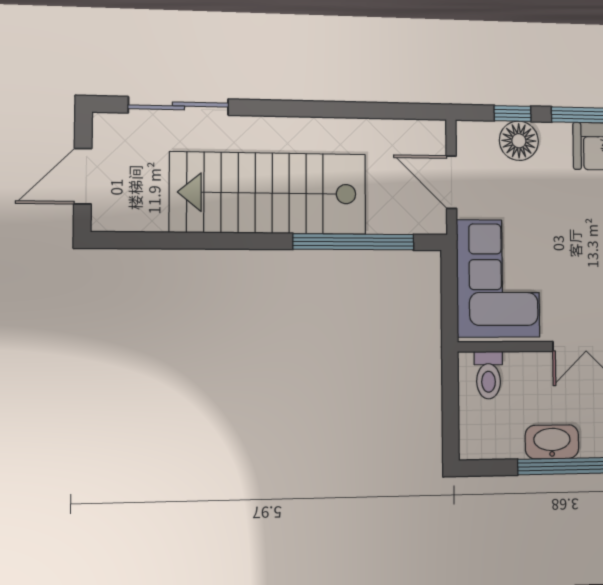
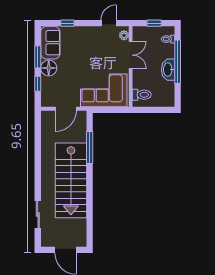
sliding door: (179, 106) -> (38, 215), width x0.73
floor lamp: (519, 141) -> (49, 68), moved
window: (354, 242) -> (90, 147), width x0.68

